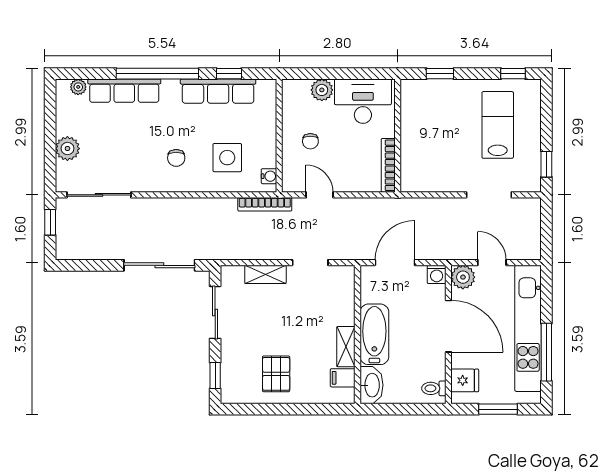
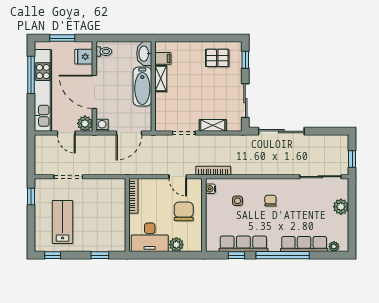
lab bench: (498, 125) -> (63, 222), turned 180
chair: (310, 141) -> (184, 211), width x1.87, depth x1.87
side table: (227, 158) -> (237, 201), width x0.54, depth x0.54
pallet: (276, 374) -> (217, 58), moved, turned 90

